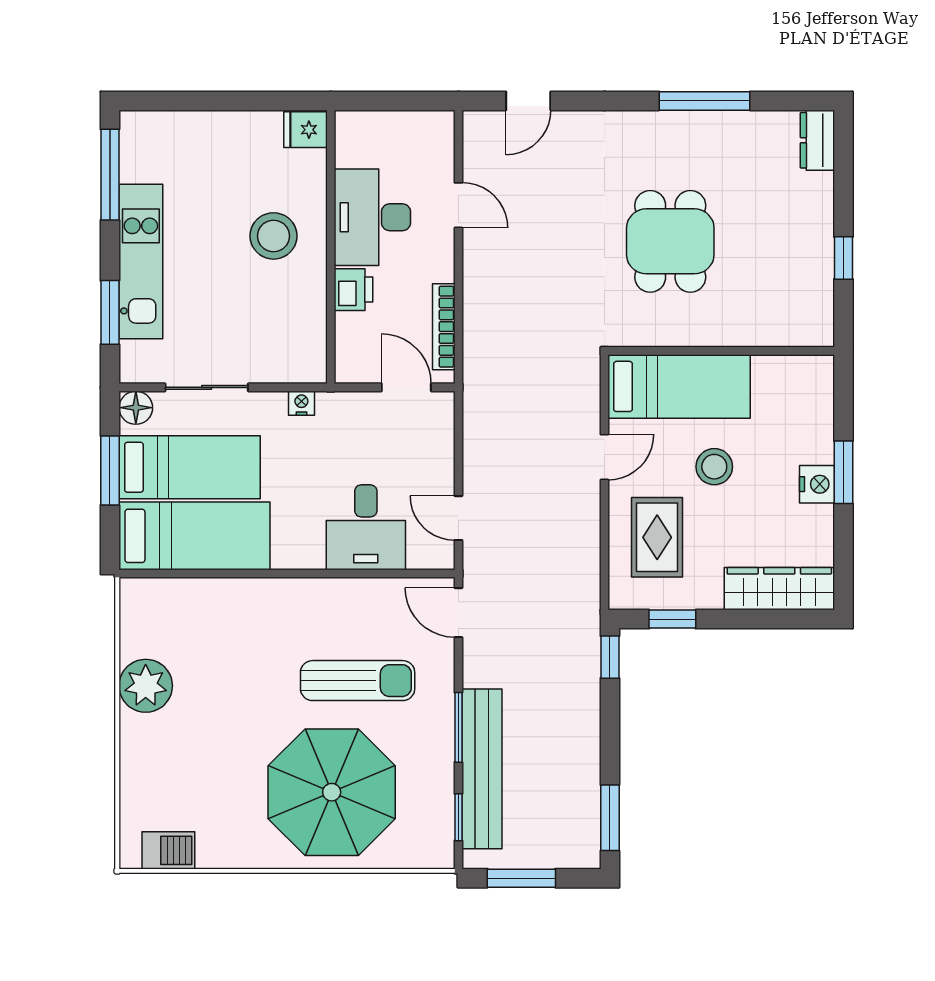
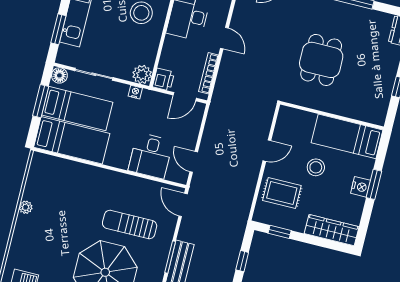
door: (458, 205) -> (224, 38), moved
printer: (354, 290) -> (163, 79), moved
plant: (307, 363) -> (142, 74), added
bed: (679, 386) -> (347, 136), moved, turned 180
door: (406, 387) -> (185, 97), swing flipped
rug: (657, 537) -> (282, 193), turned 90
window: (610, 657) -> (242, 261), moved
sun lounger: (358, 681) -> (130, 224), turned 180
plant: (146, 686) -> (26, 207), width x0.53, depth x0.53

